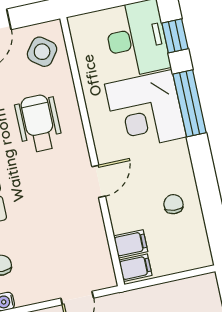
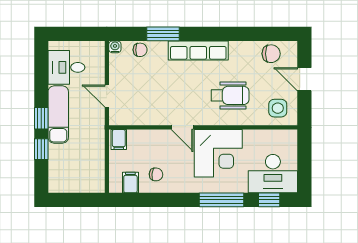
side table: (42, 52) -> (278, 108), turned -37
corner desk: (145, 111) -> (218, 153), moved, turned 180
filing cabinet: (131, 244) -> (130, 183), moved, turned 180

